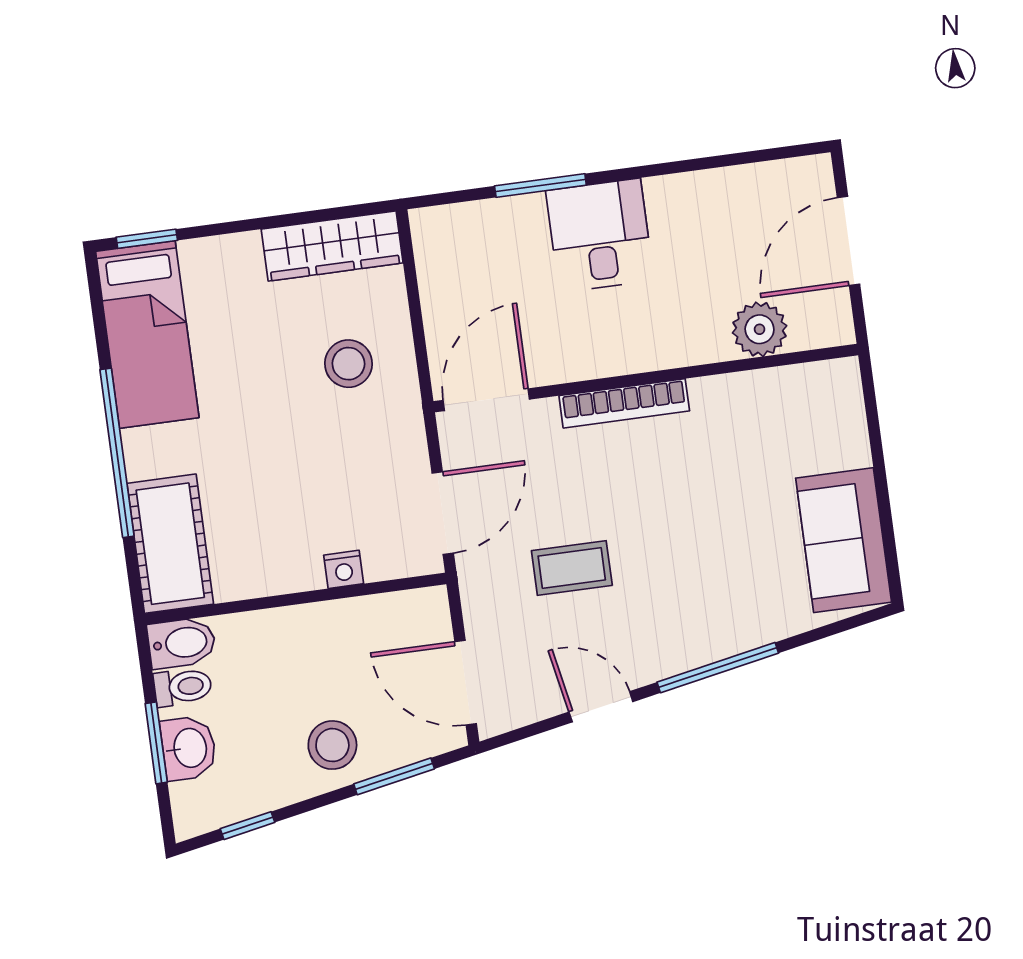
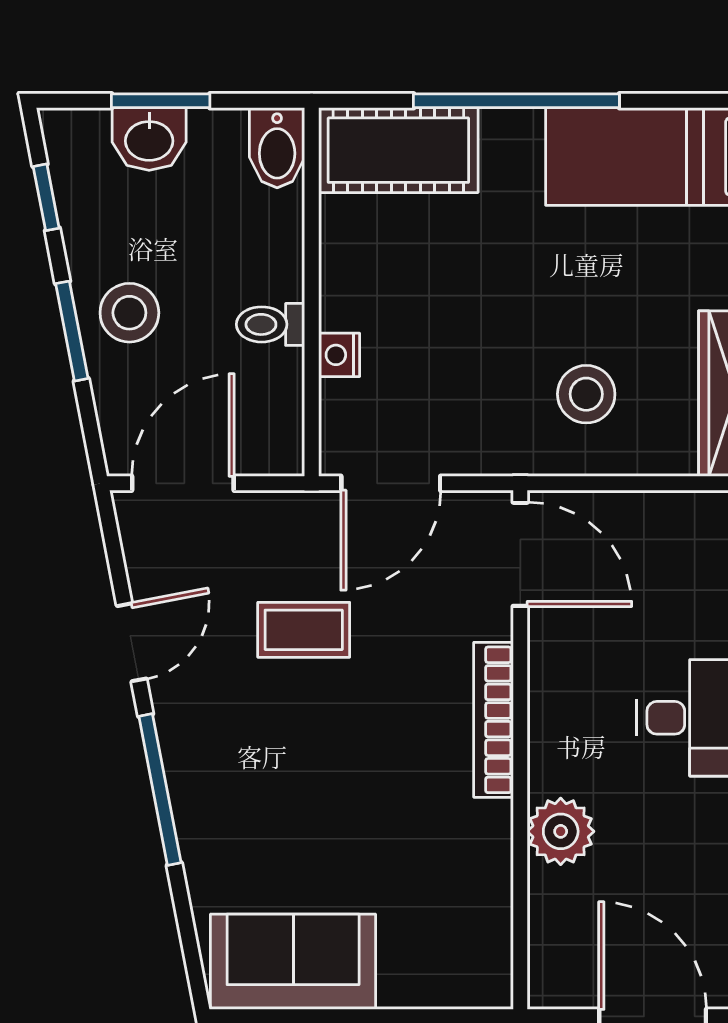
plant: (760, 329) -> (561, 831), moved
door: (443, 513) -> (391, 483), hinge flipped
coffee table: (572, 568) -> (304, 630), turned 90
toilet: (183, 687) -> (271, 324), moved, turned 90
window: (394, 776) -> (72, 331), moved

